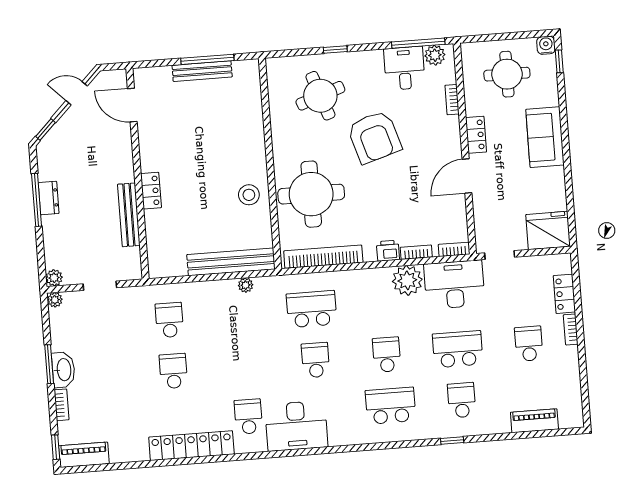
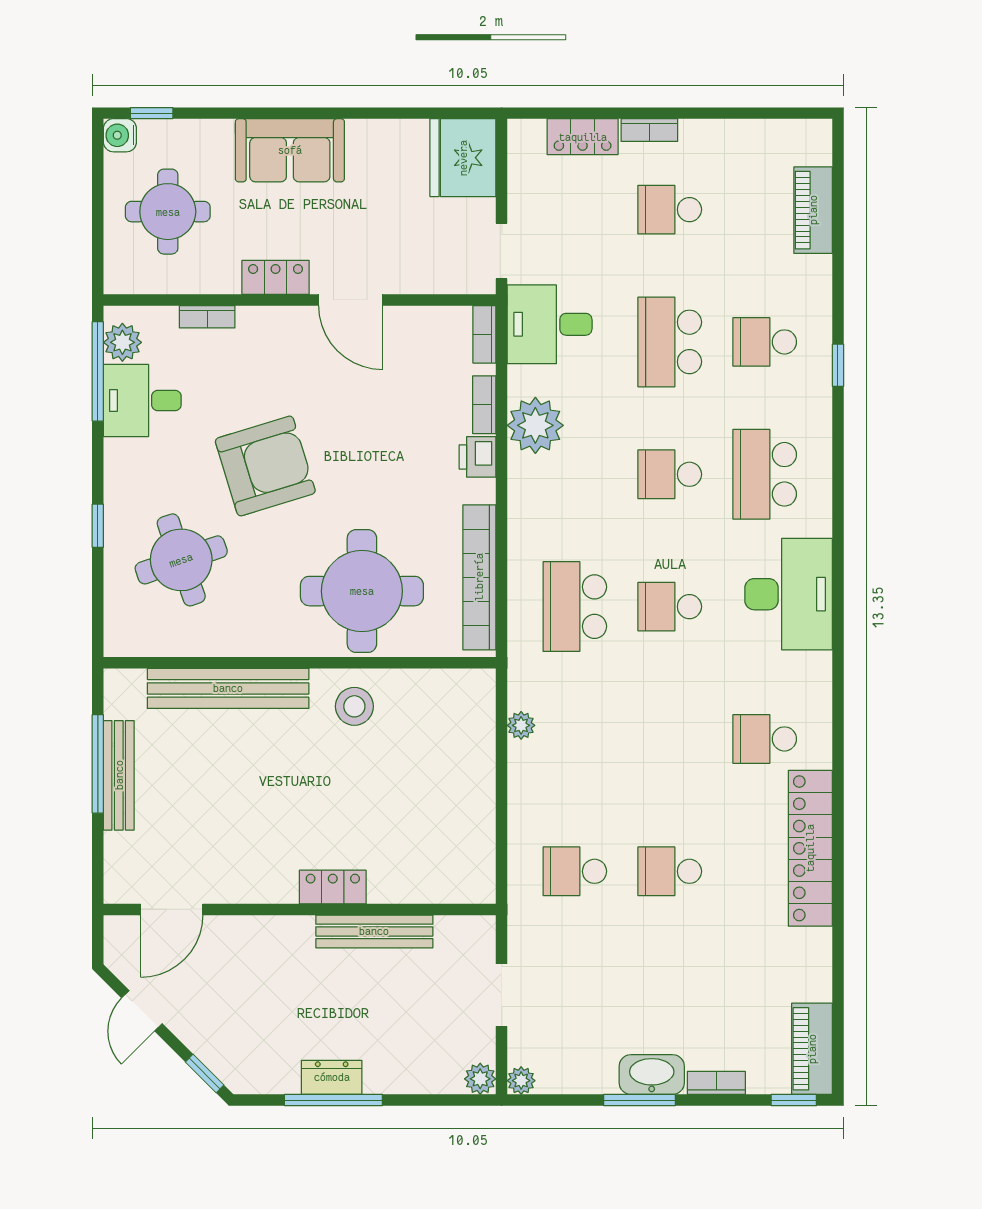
bench: (231, 262) -> (228, 688), moved, turned 90
desk: (454, 284) -> (550, 324), width x0.73
desk: (296, 426) -> (789, 594), moved

